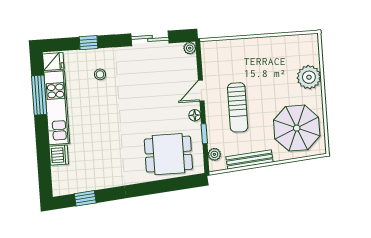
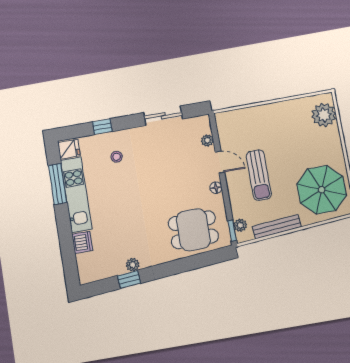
plant: (190, 48) -> (207, 140), moved
plant: (309, 77) -> (324, 115), moved
door: (201, 91) -> (220, 162), swing flipped
window: (204, 134) -> (232, 231), moved
plant: (106, 182) -> (133, 265), added
window: (85, 198) -> (129, 279), moved

